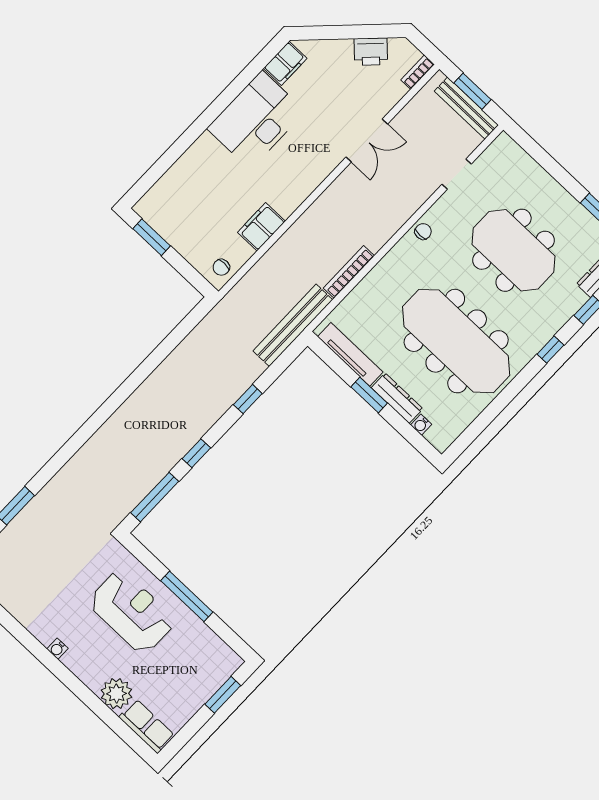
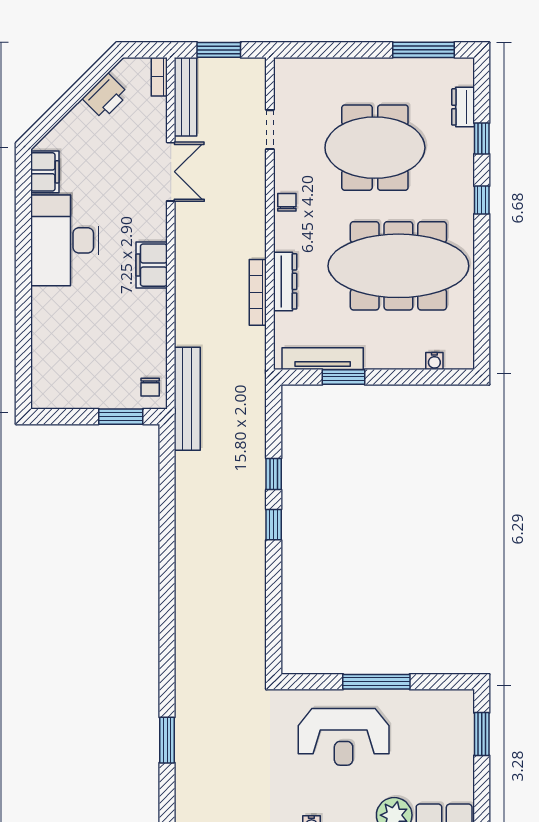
bench: (466, 108) -> (185, 97), moved, turned 90
filing cabinet: (261, 227) -> (152, 265), moved
window: (152, 237) -> (121, 417), moved
bench: (293, 325) -> (187, 399), moved
window: (369, 395) -> (344, 377), moved
dresser: (397, 398) -> (285, 281), moved, turned 90
window: (196, 453) -> (274, 525), moved
window: (155, 497) -> (274, 626), removed
reception desk: (132, 612) -> (344, 737), turned 180

